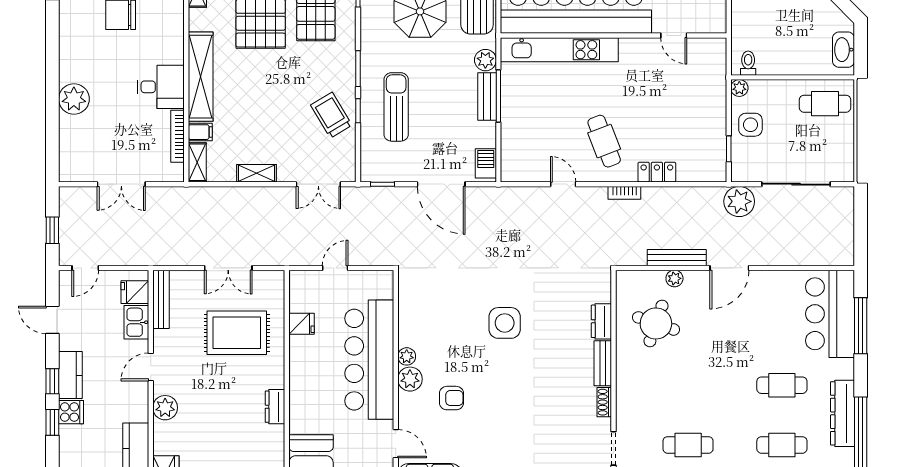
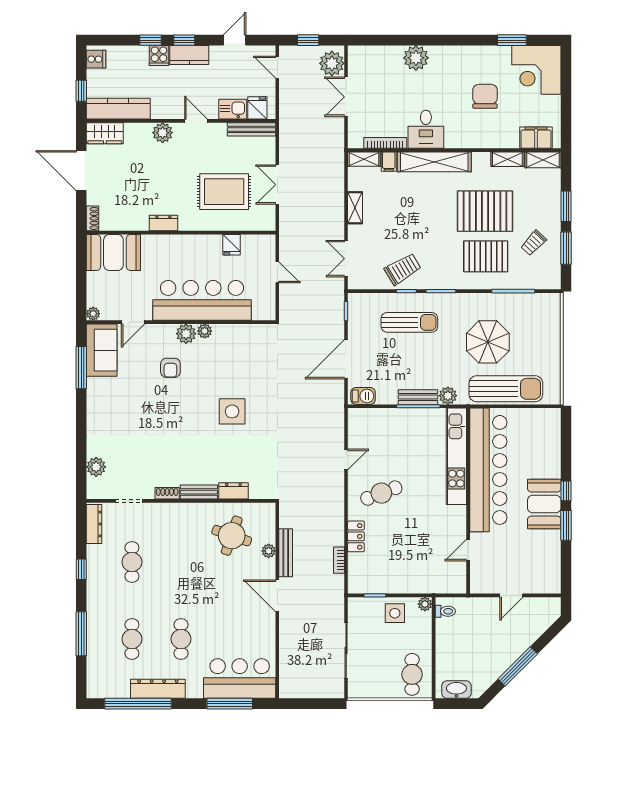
bookcase: (624, 193) -> (339, 560), moved
plant: (739, 201) -> (332, 63), moved
rug: (237, 333) -> (224, 192), turned 90

